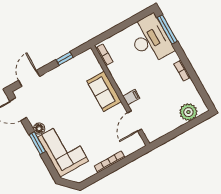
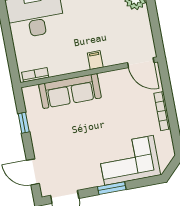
sofa: (104, 91) -> (70, 91), width x1.36
door: (135, 121) -> (141, 63), moved
floor lamp: (39, 129) -> (95, 180), removed

